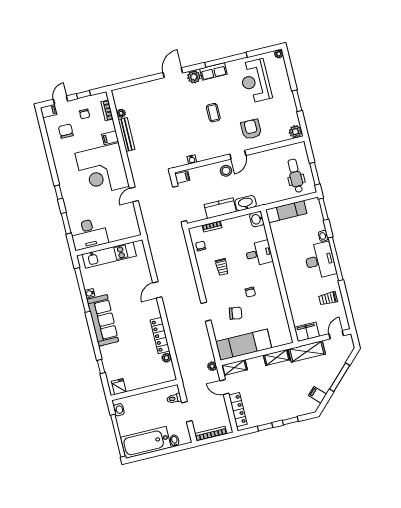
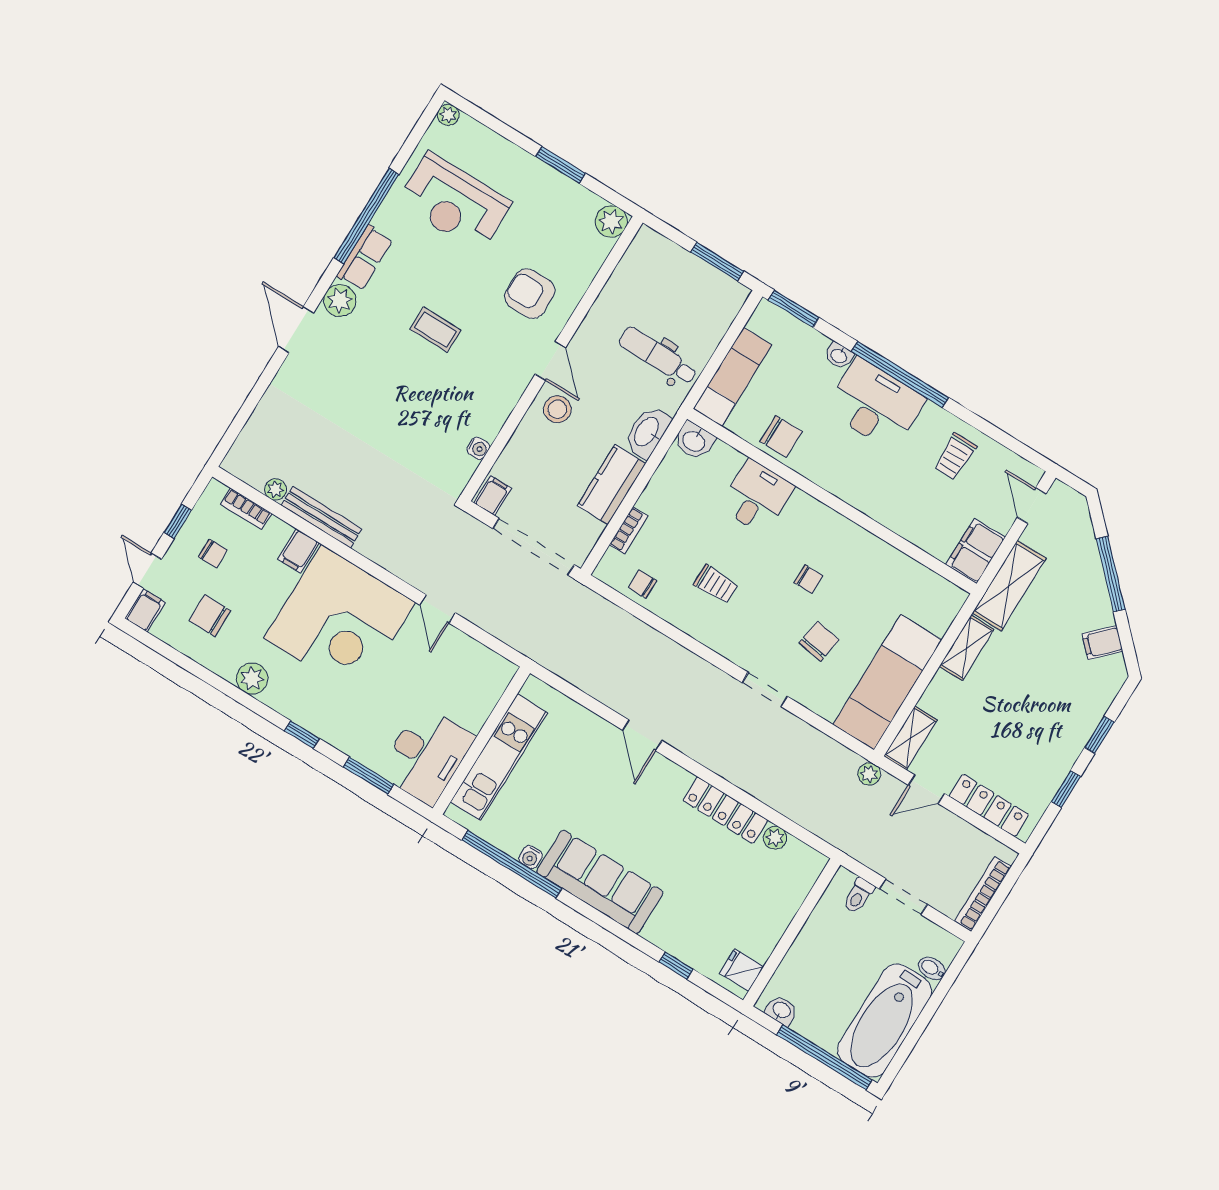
plant: (60, 162) -> (252, 679), added
dental chair: (295, 176) -> (658, 356), moved
chair: (283, 243) -> (781, 436), added

